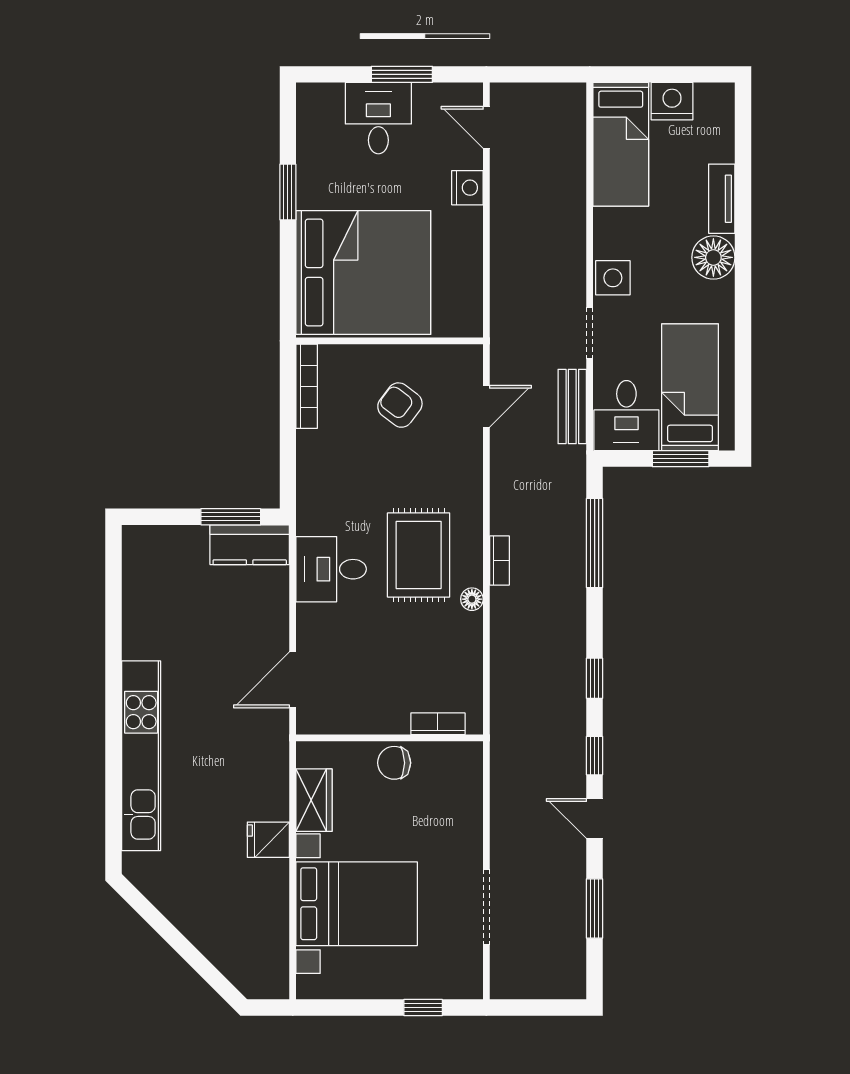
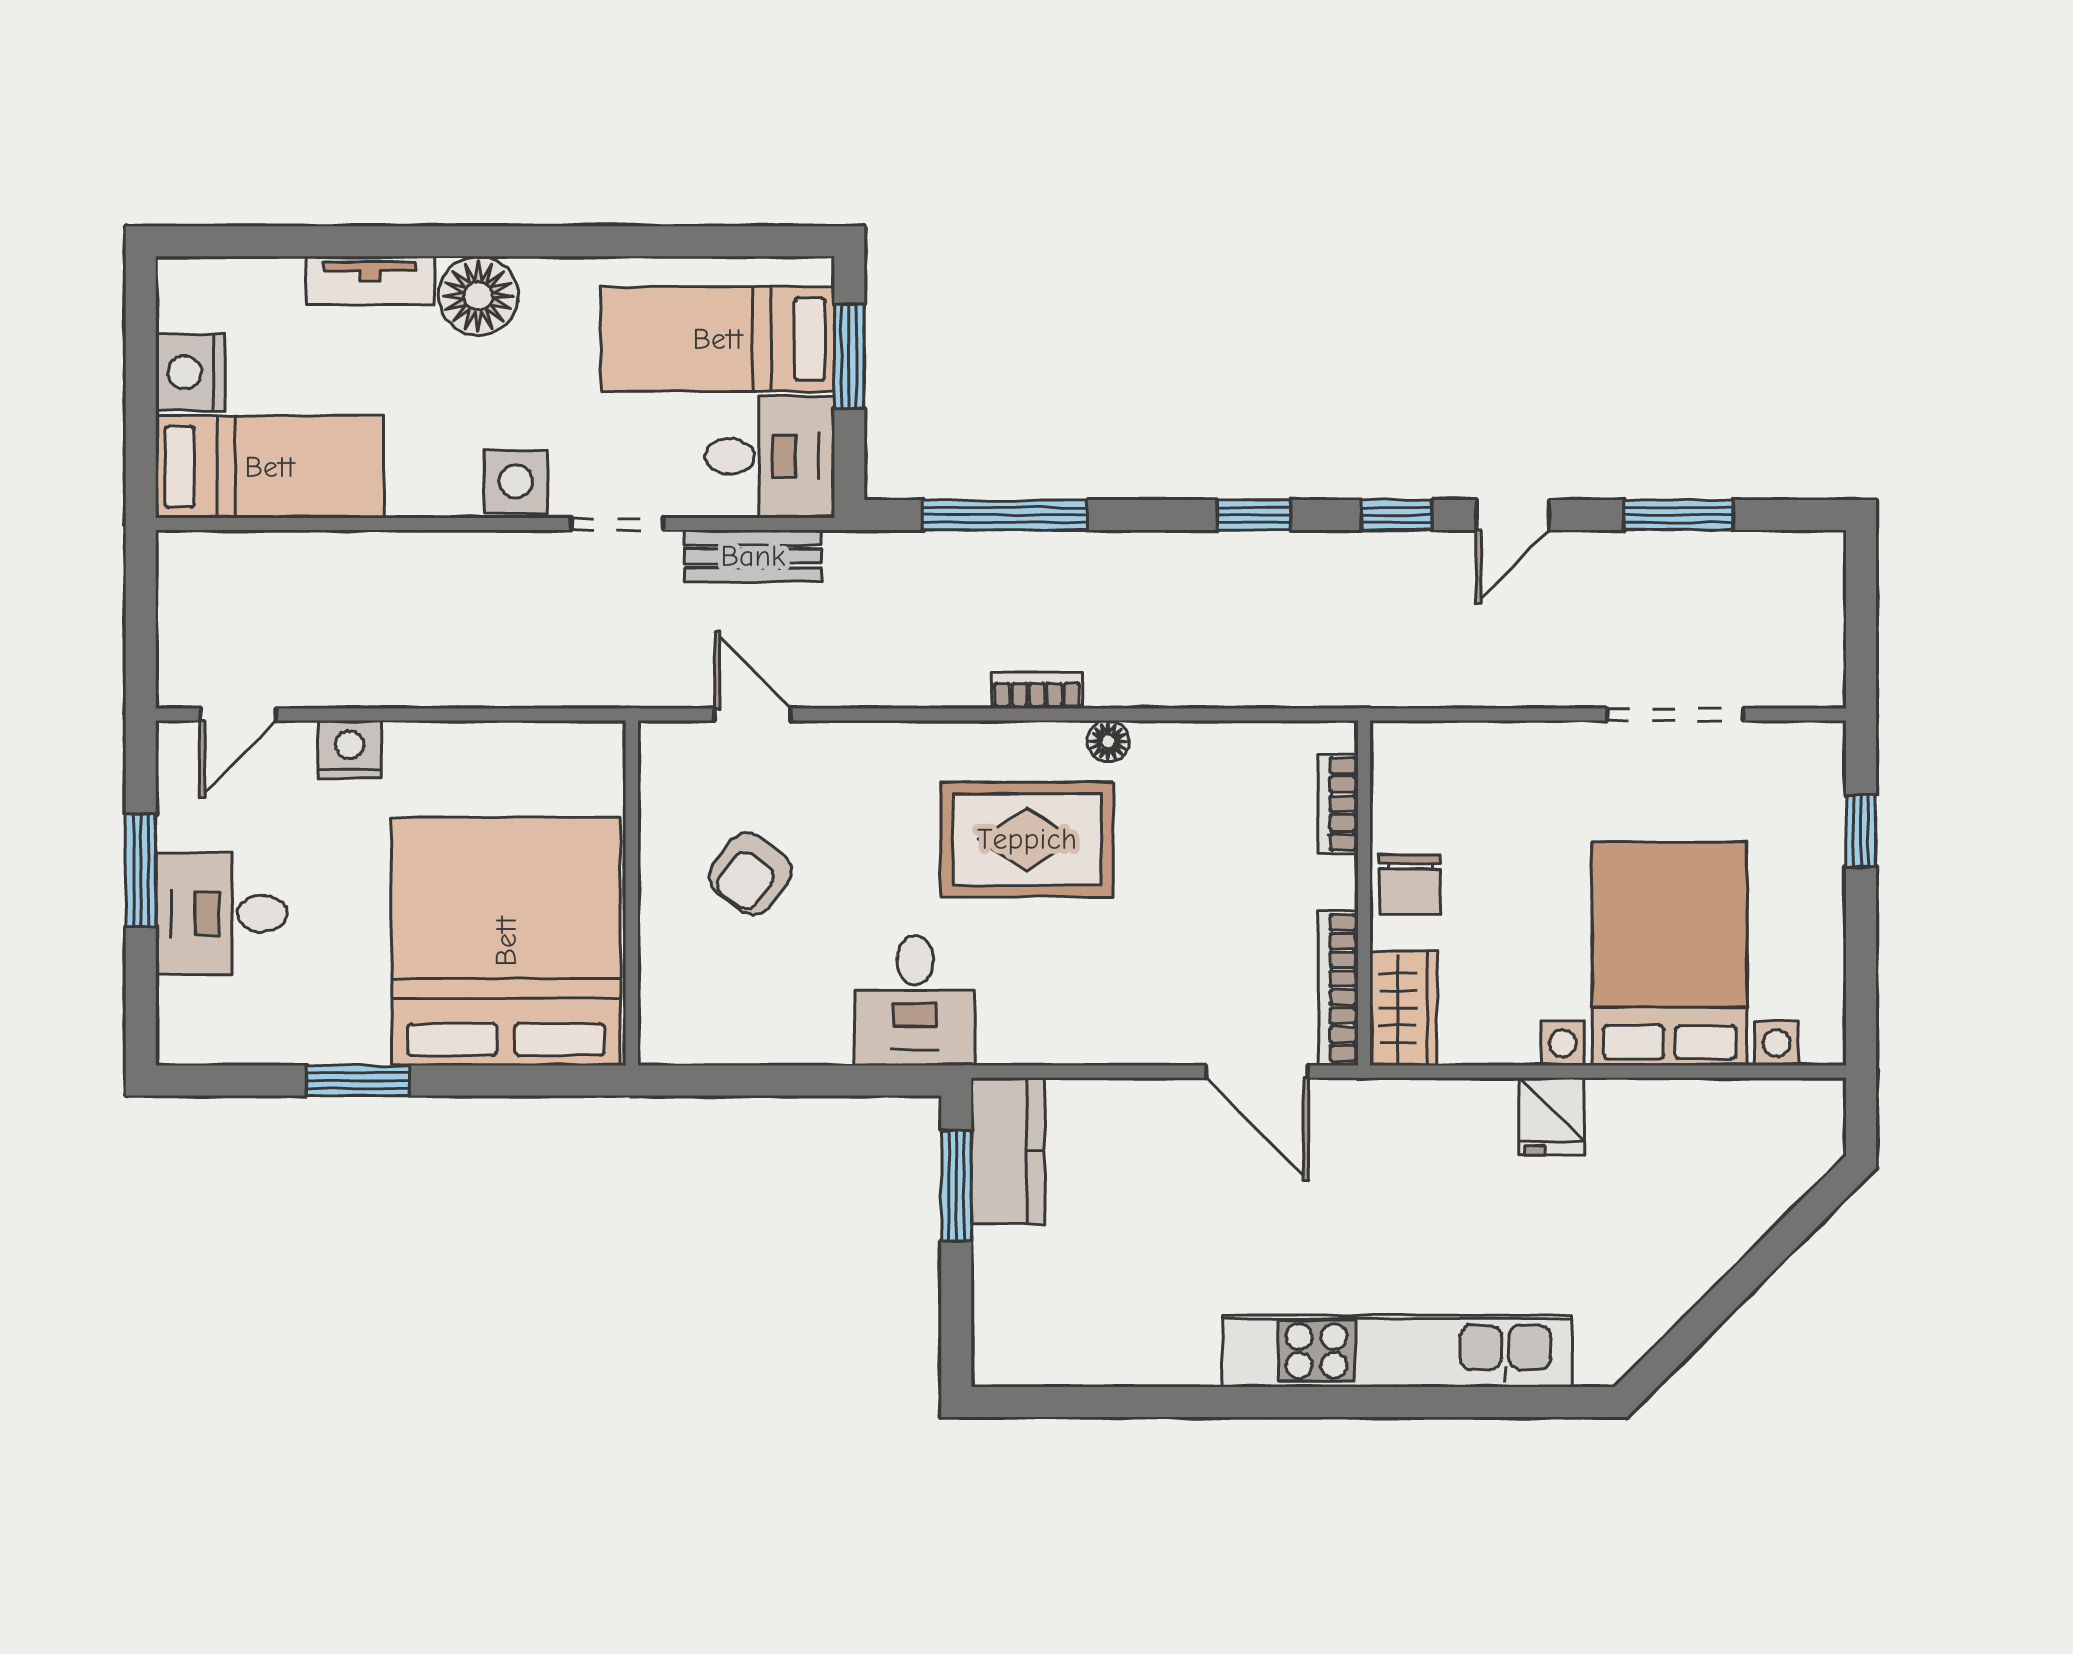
bookcase: (307, 386) -> (1338, 988), moved, turned -90
desk: (331, 569) -> (915, 1001), moved
wardrobe: (314, 800) -> (1403, 1008), moved, turned 90

